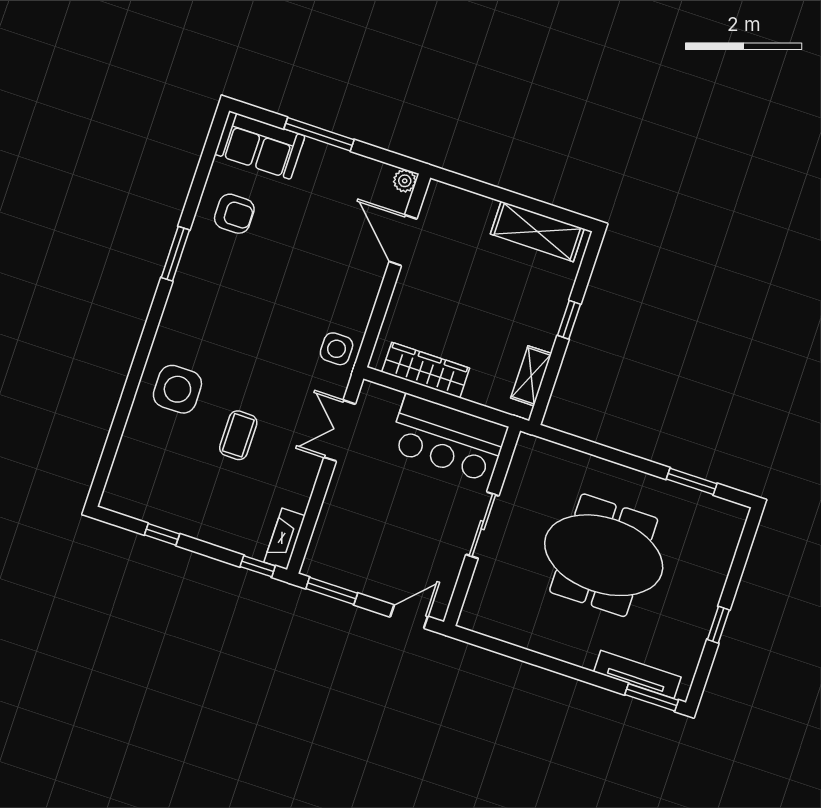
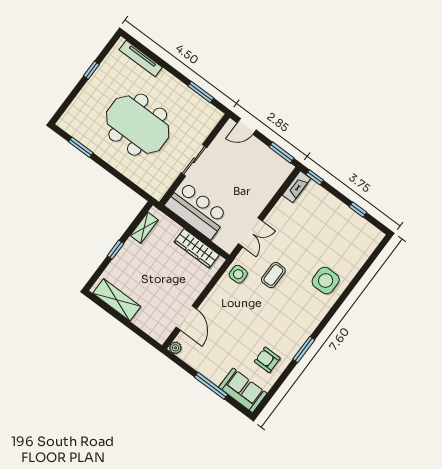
coffee table: (238, 435) -> (273, 275), moved
window: (652, 697) -> (201, 92), moved

